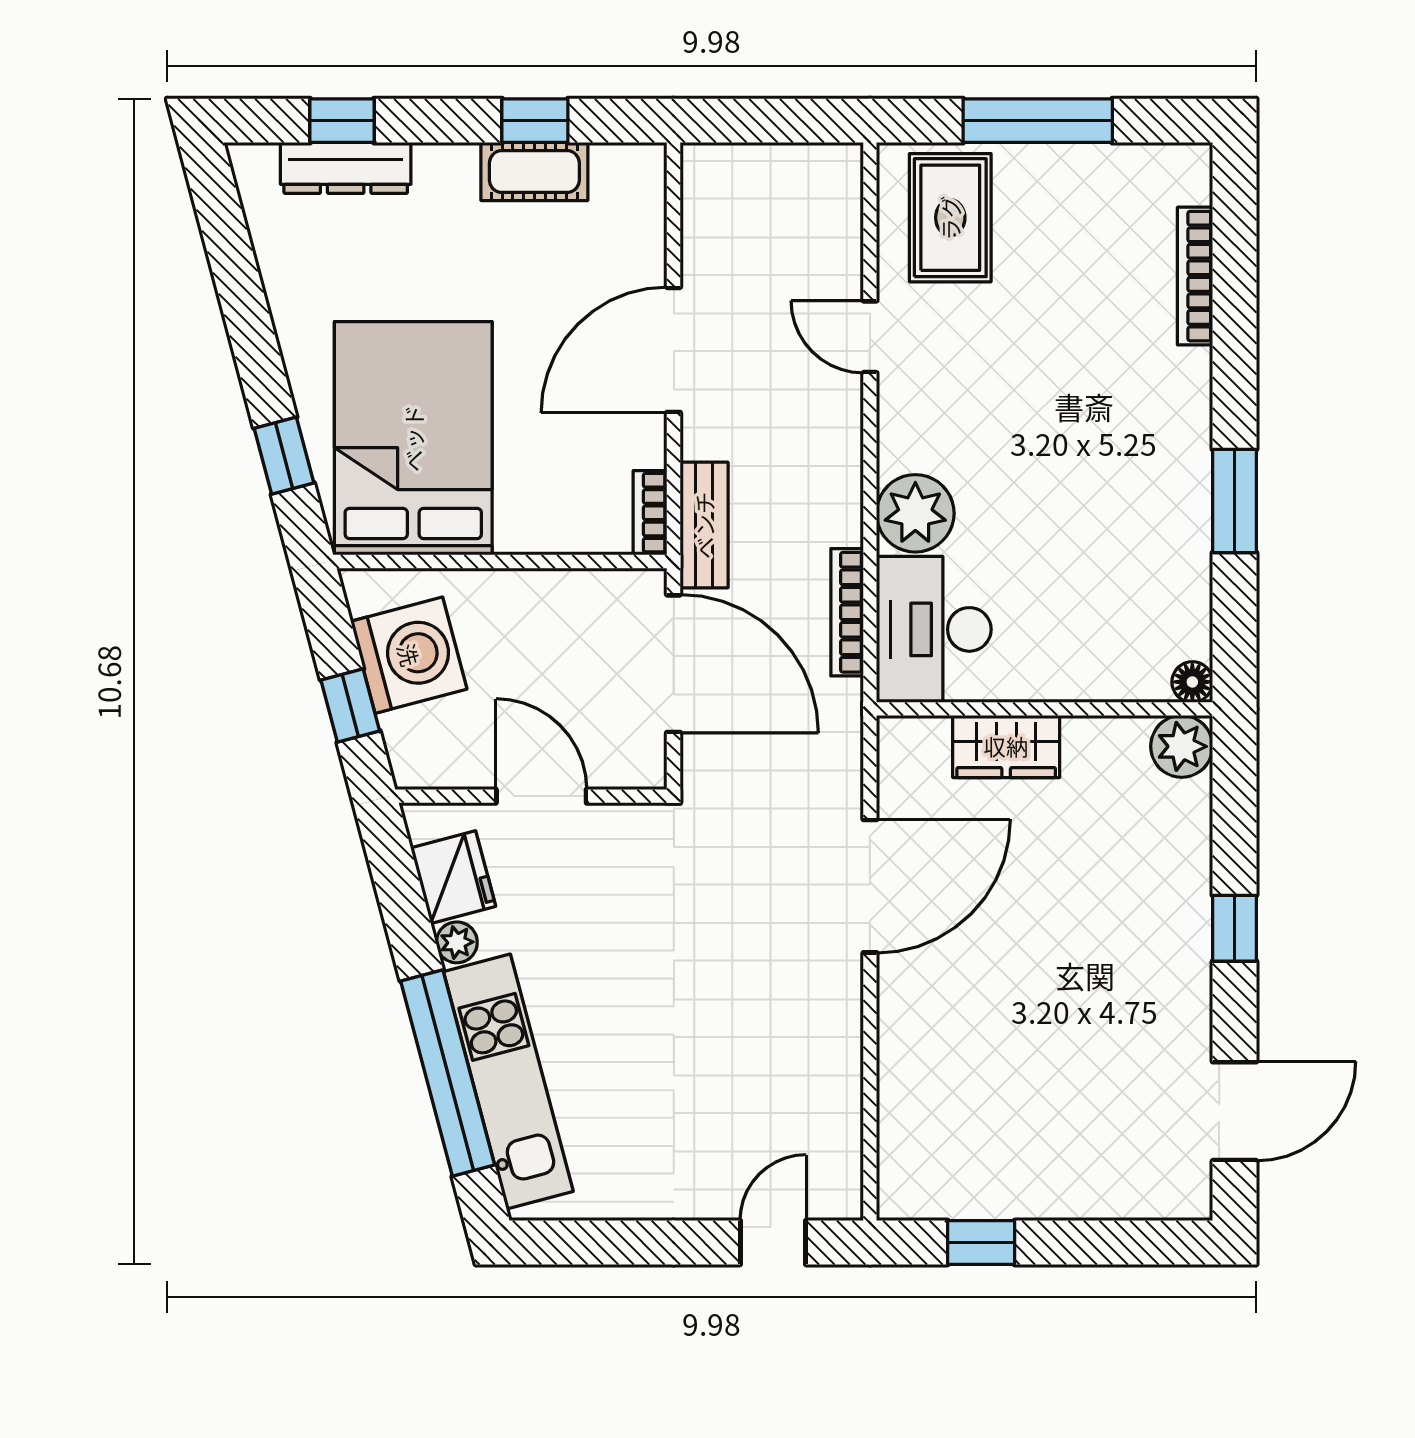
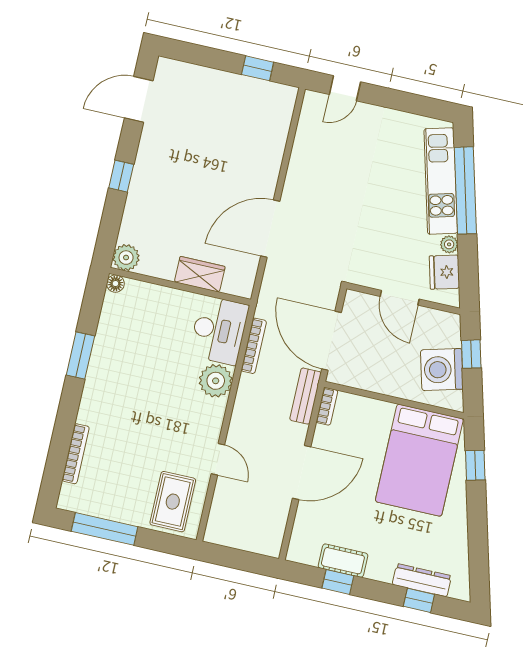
window: (1038, 121) -> (105, 529), moved

